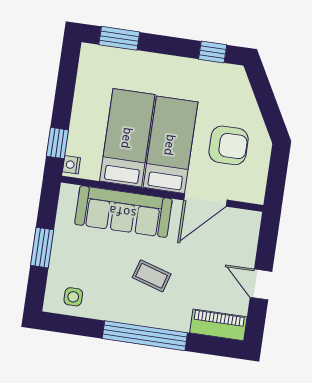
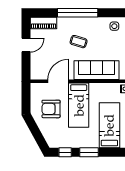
window: (119, 38) -> (89, 152), moved
bed: (127, 138) -> (109, 125), moved, turned 180
door: (261, 284) -> (26, 45), hinge flipped

